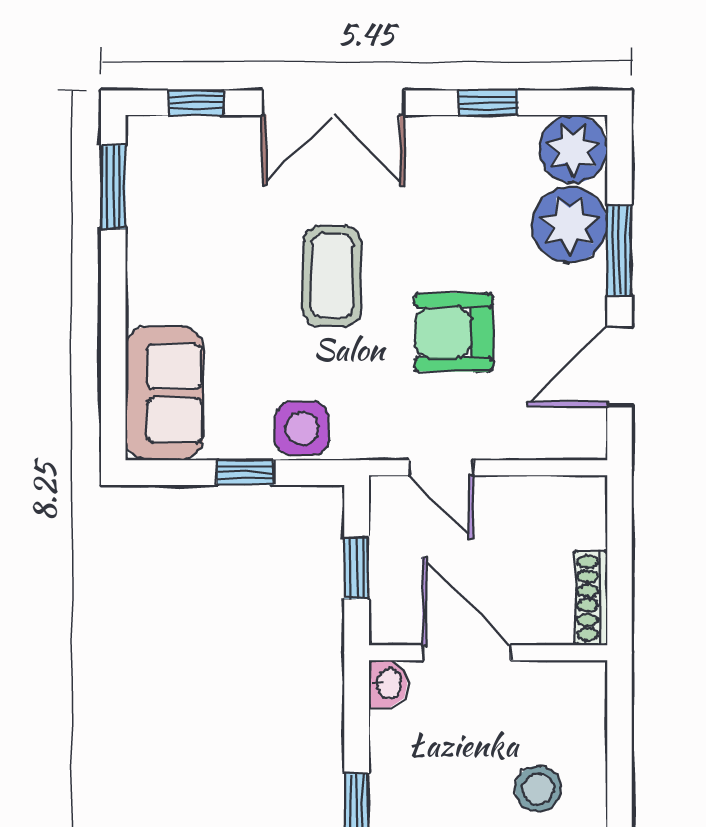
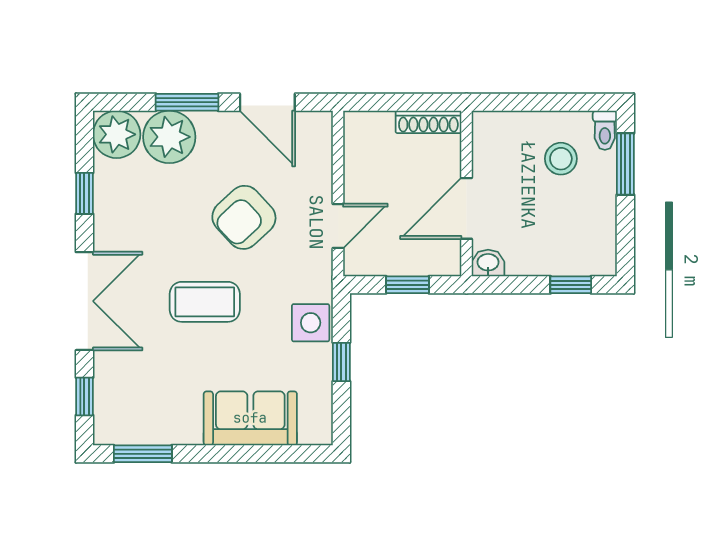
armchair: (454, 332) -> (244, 217), turned 47
sofa: (164, 393) -> (250, 418), moved

